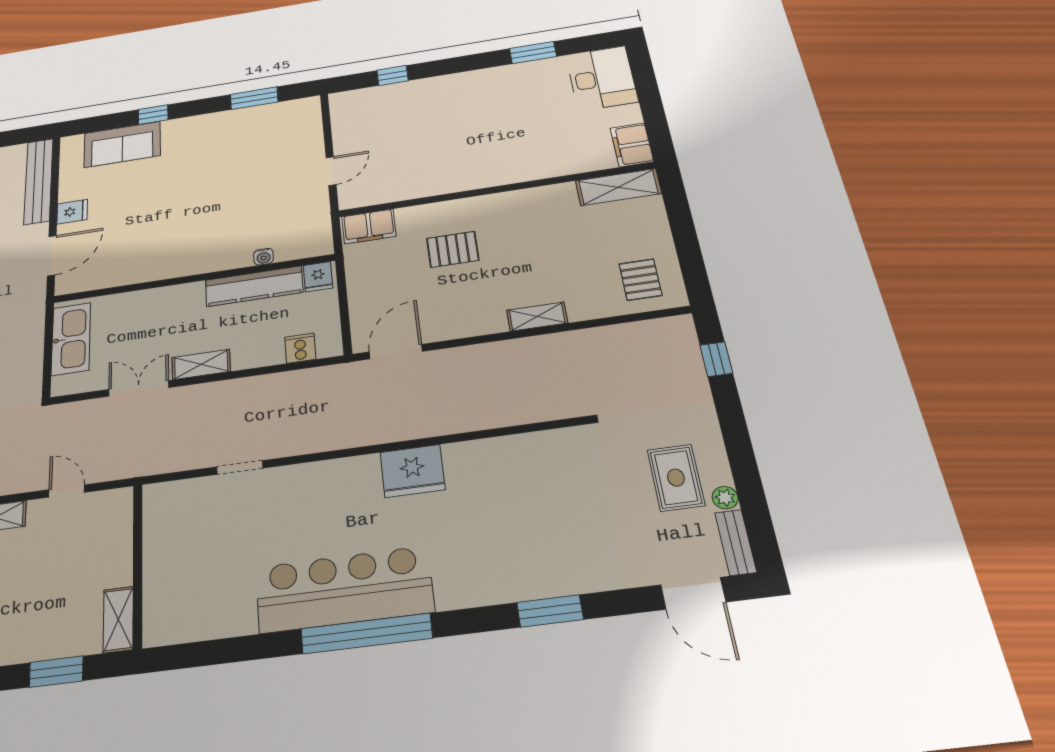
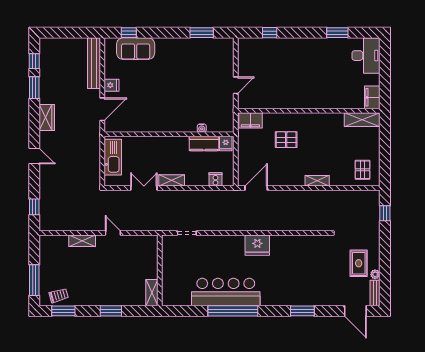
window: (153, 115) -> (129, 33), moved
kitchen counter: (254, 286) -> (204, 143), width x0.67
wall: (138, 565) -> (160, 270), moved
shelving: (118, 619) -> (152, 293), moved

